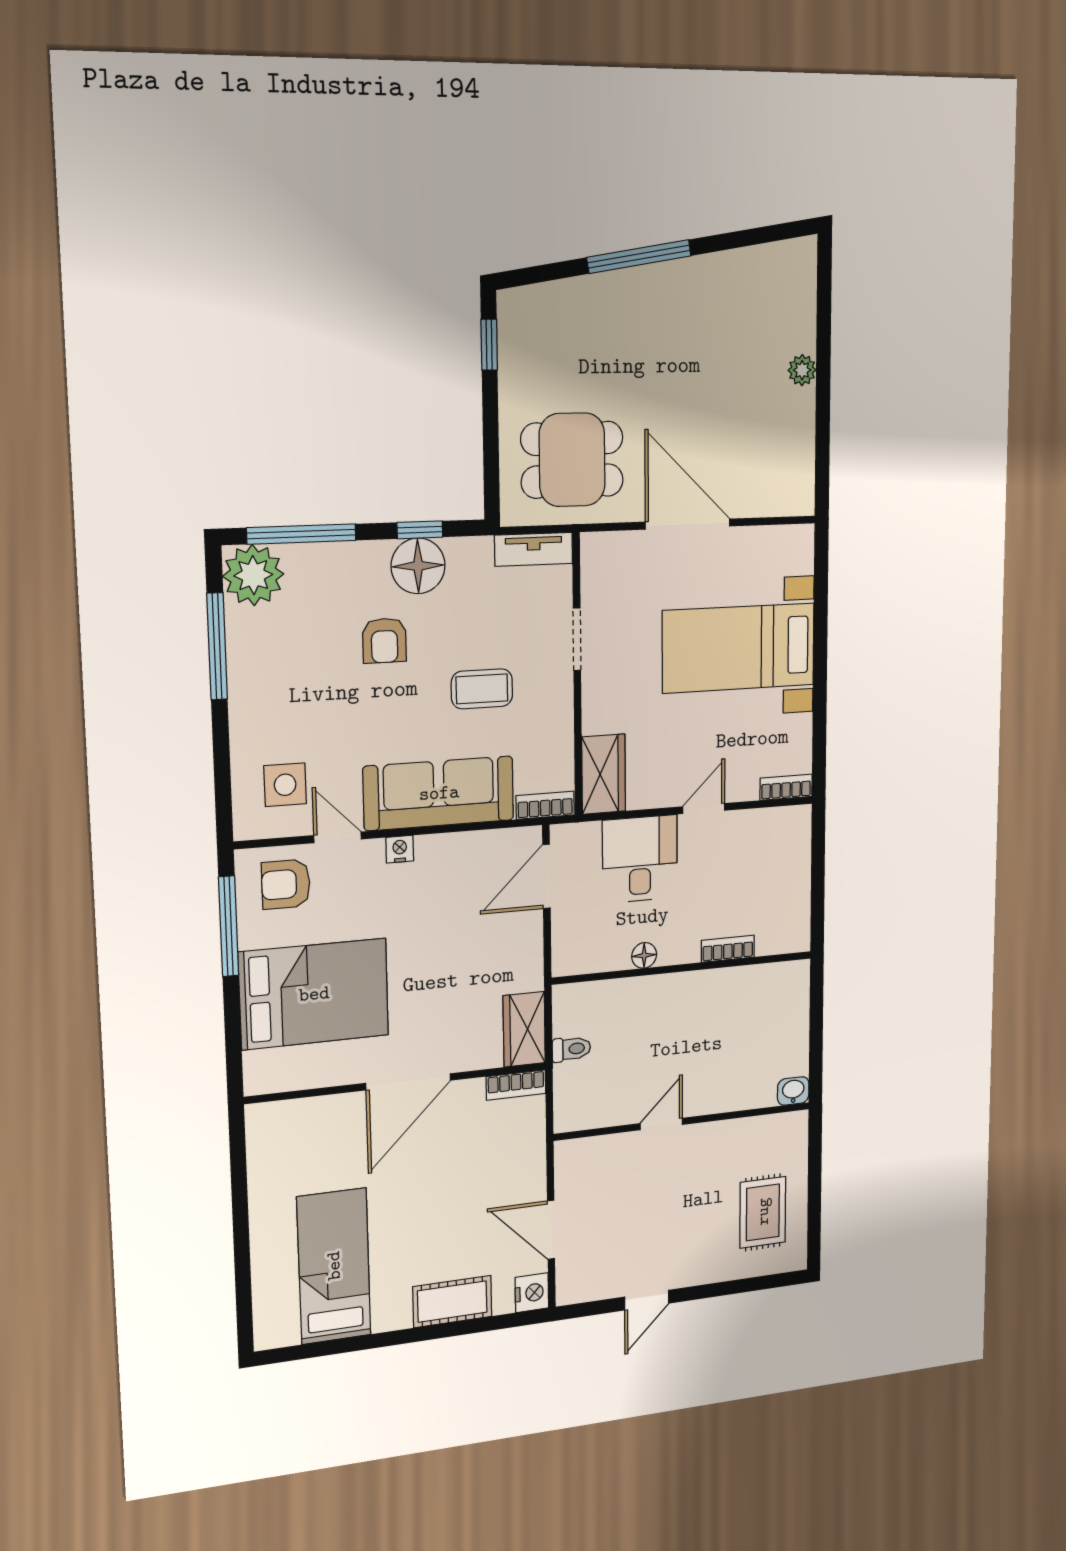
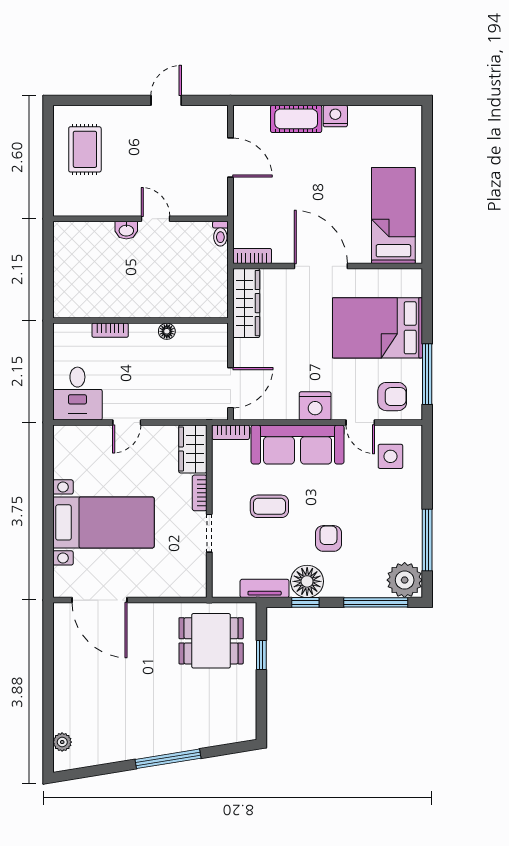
window: (489, 345) -> (261, 655), moved
plant: (802, 370) -> (62, 742), moved
door: (688, 524) -> (100, 600), moved
tv unit: (534, 549) -> (265, 588), moved
bookcase: (786, 787) -> (200, 493), moved, turned 90
nightstand: (400, 849) -> (315, 406), width x1.89, depth x1.79
desk: (640, 859) -> (77, 394), moved
wardrobe: (524, 1029) -> (246, 303), width x1.50
toilet: (571, 1049) -> (220, 234), moved, turned -90
door: (408, 1082) -> (321, 266), hinge flipped
washbasin: (793, 1091) -> (126, 230), moved
door: (661, 1124) -> (156, 219), swing flipped
bed: (334, 1266) -> (393, 216), moved, turned 180
nightstand: (532, 1293) -> (335, 116), moved, turned 90

